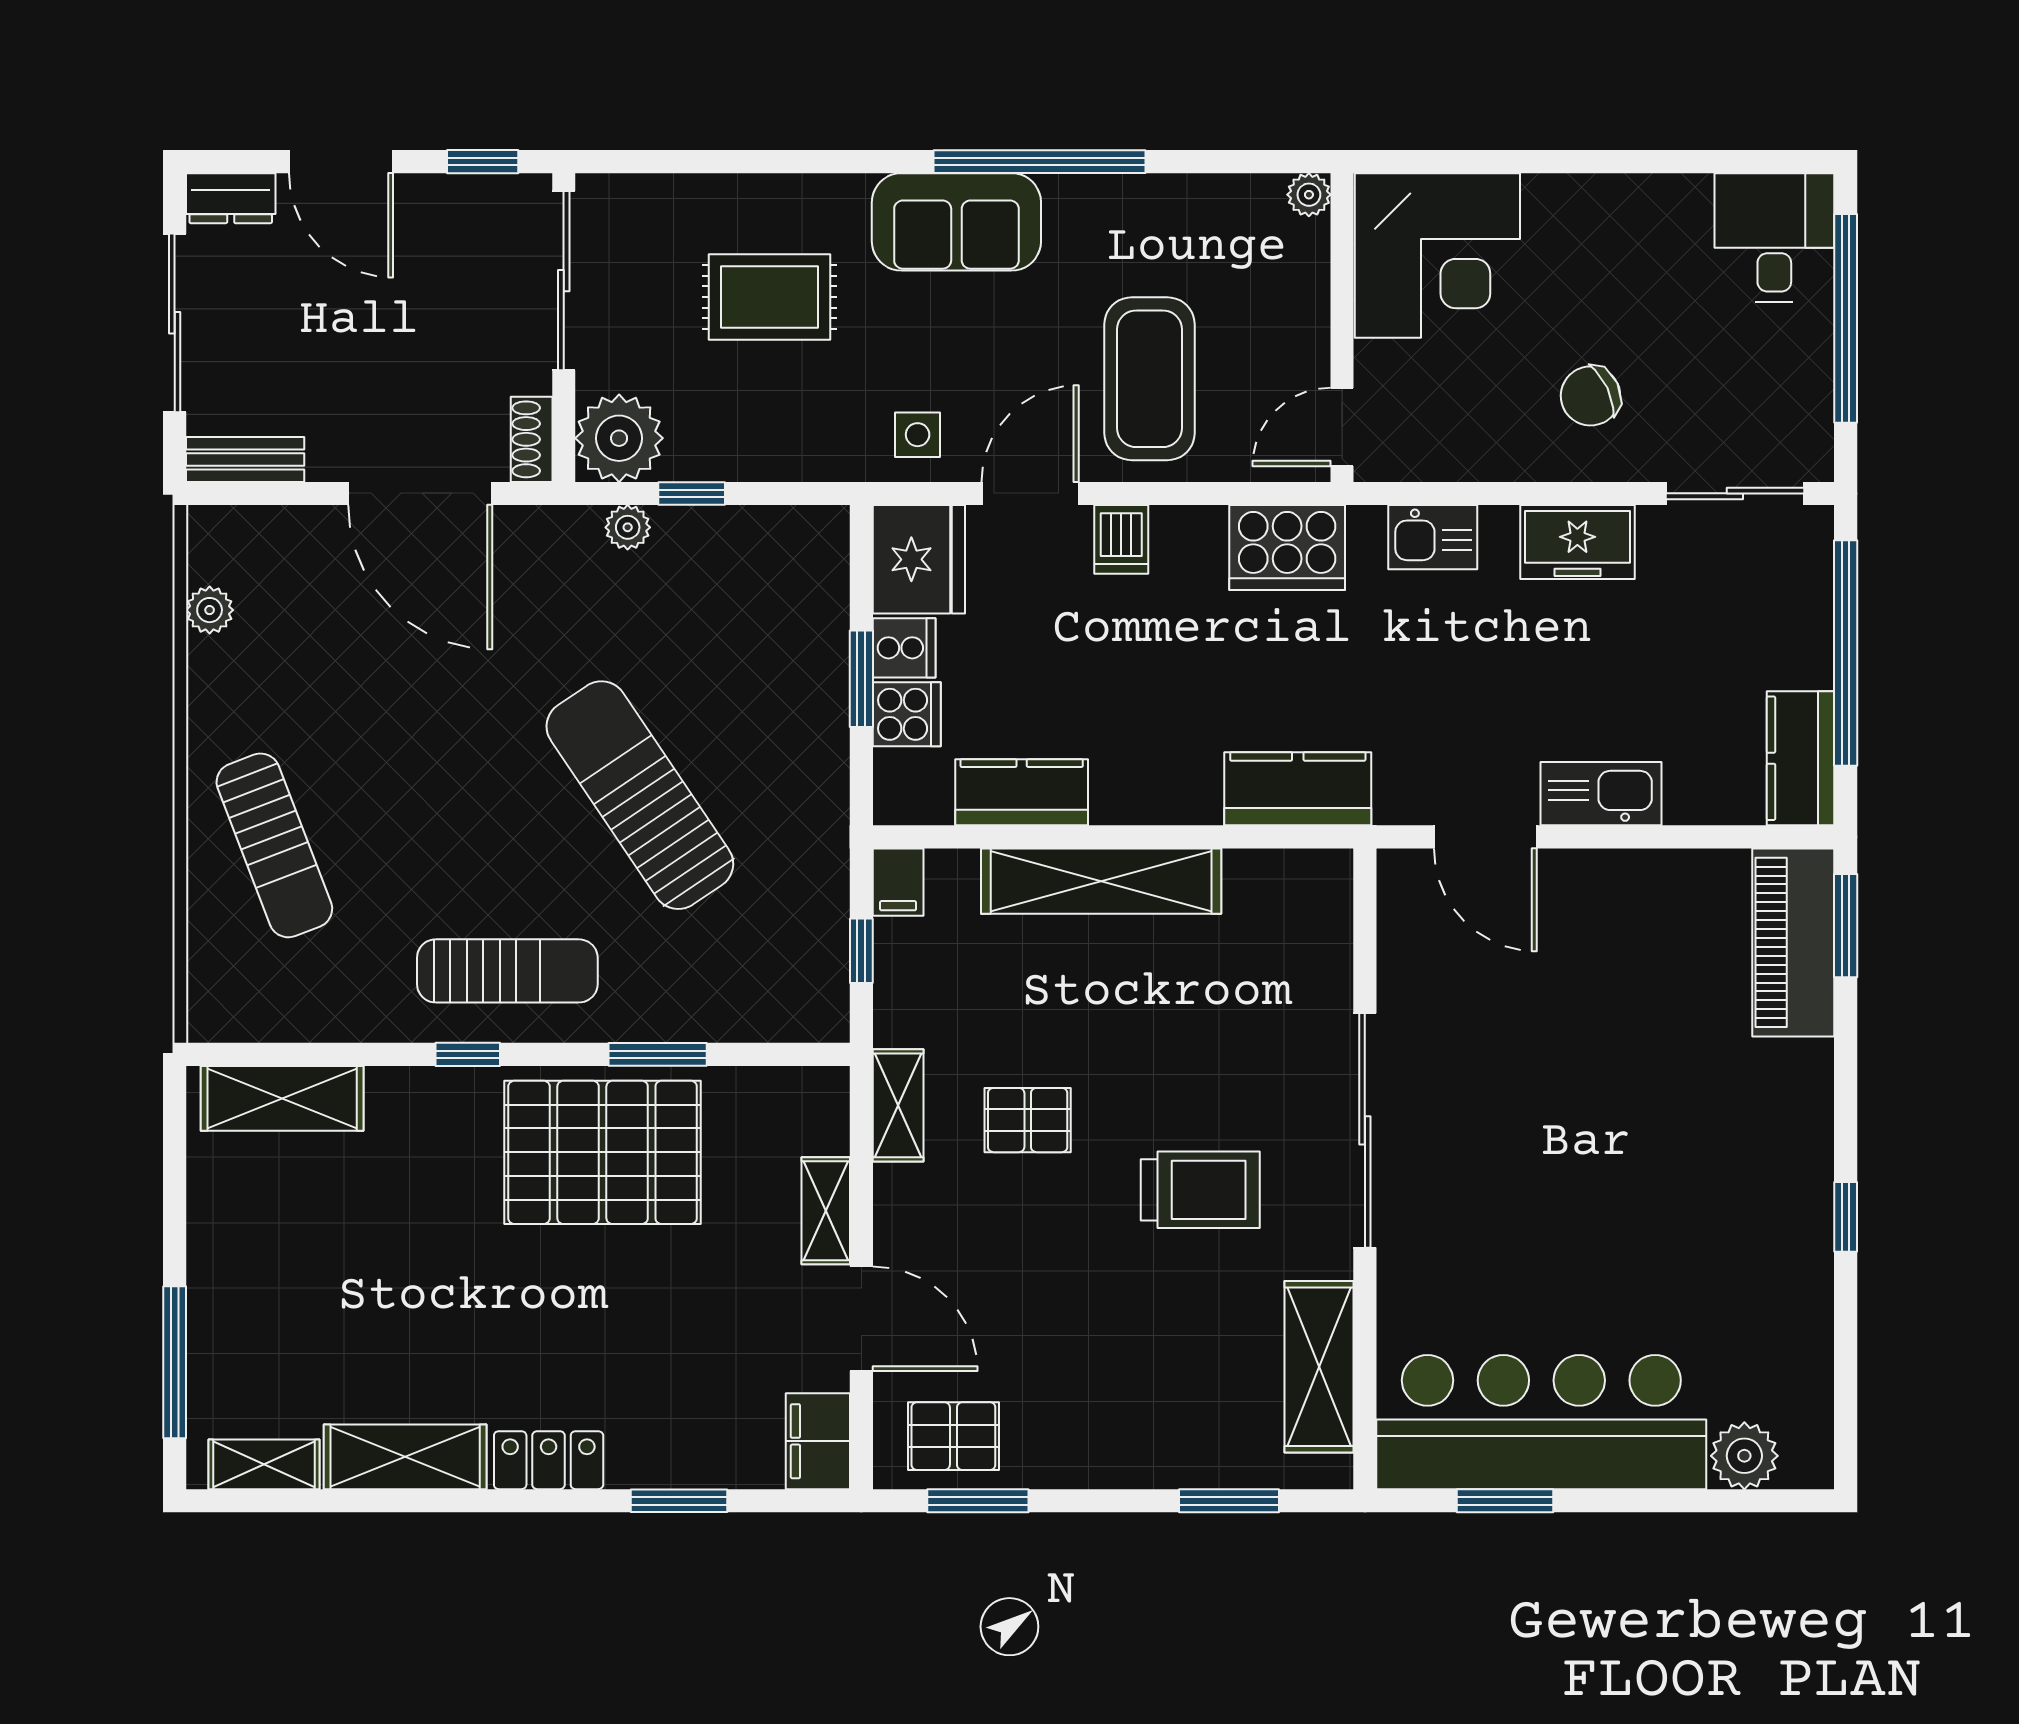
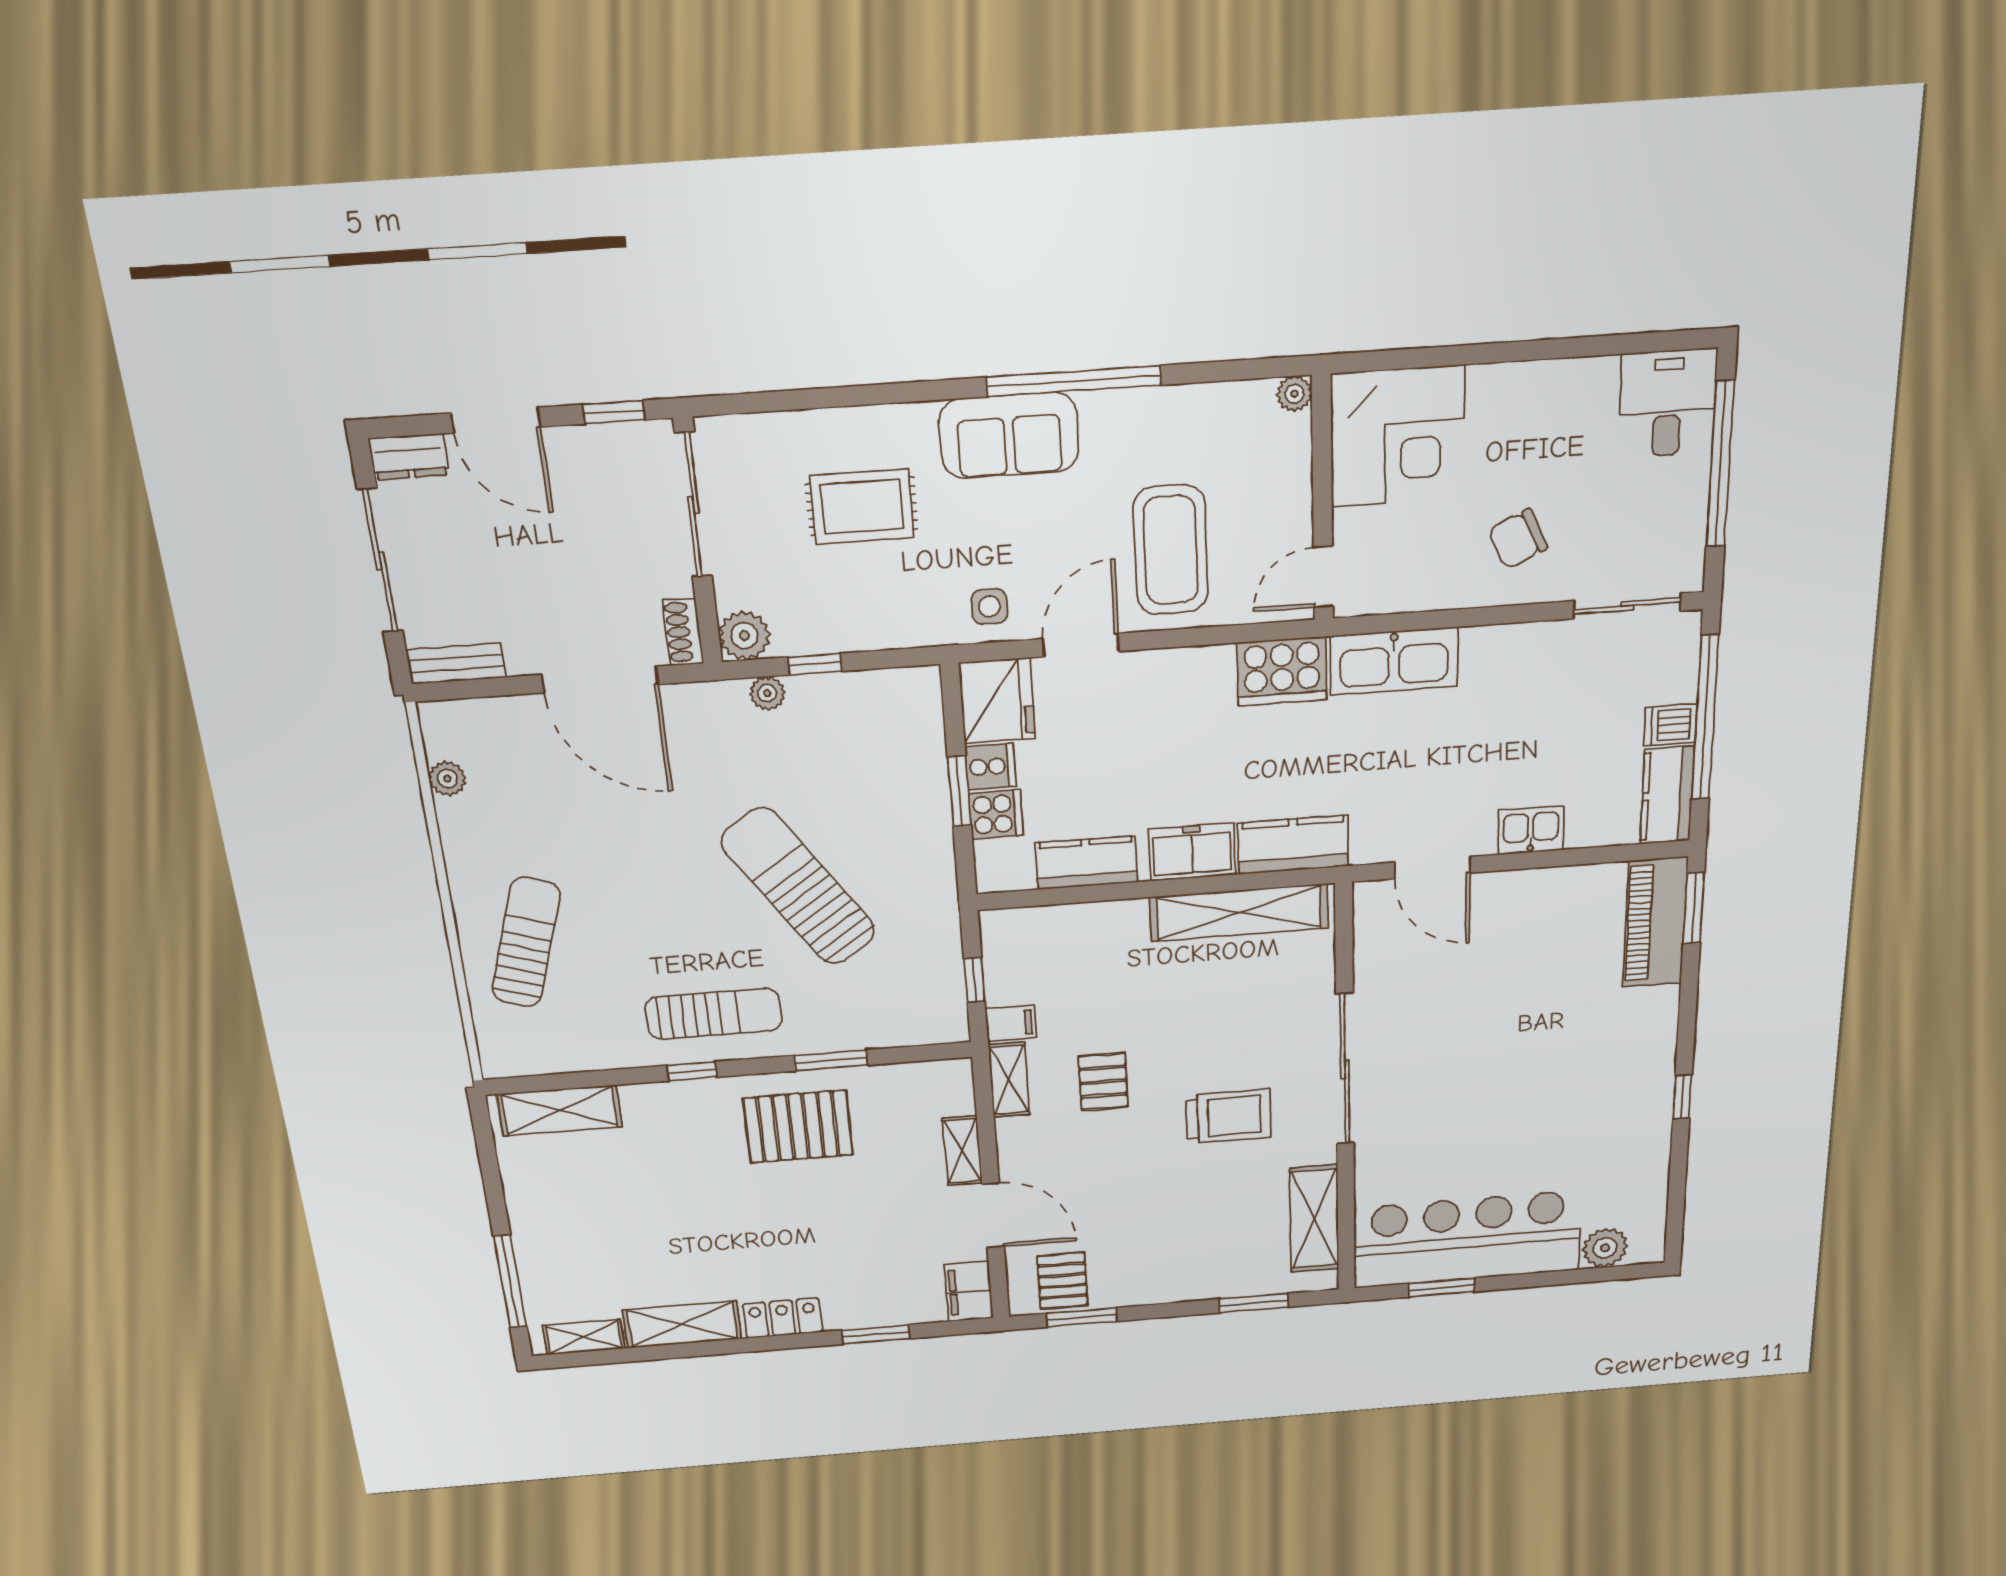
plant: (619, 438) -> (744, 636), width x0.73, depth x0.73
kitchen sink: (1433, 537) -> (1394, 661), width x1.88, depth x1.24
dishwasher: (1121, 539) -> (1670, 725), moved, turned 90
freezer: (1577, 542) -> (1192, 852), moved, turned 180
kitchen sink: (1601, 794) -> (1531, 830), width x0.73
sun lounger: (274, 845) -> (526, 942), turned -141
shelving: (1101, 881) -> (1239, 913), moved
filing cabinet: (898, 882) -> (1011, 1023), moved, turned -90
pallet: (1028, 1120) -> (1103, 1082), turned 90
pallet: (603, 1152) -> (798, 1127), width x0.73, depth x0.71
pallet: (953, 1436) -> (1063, 1281), turned 90

